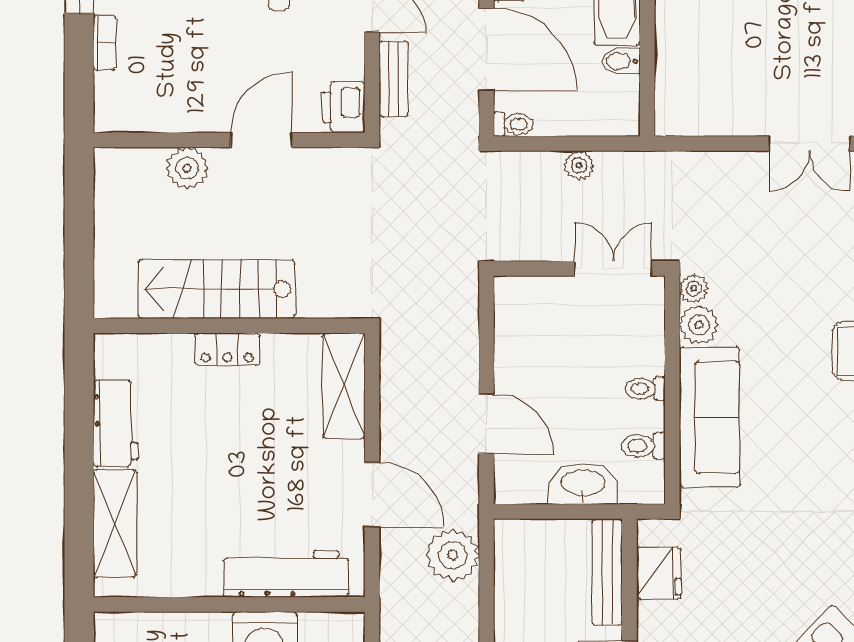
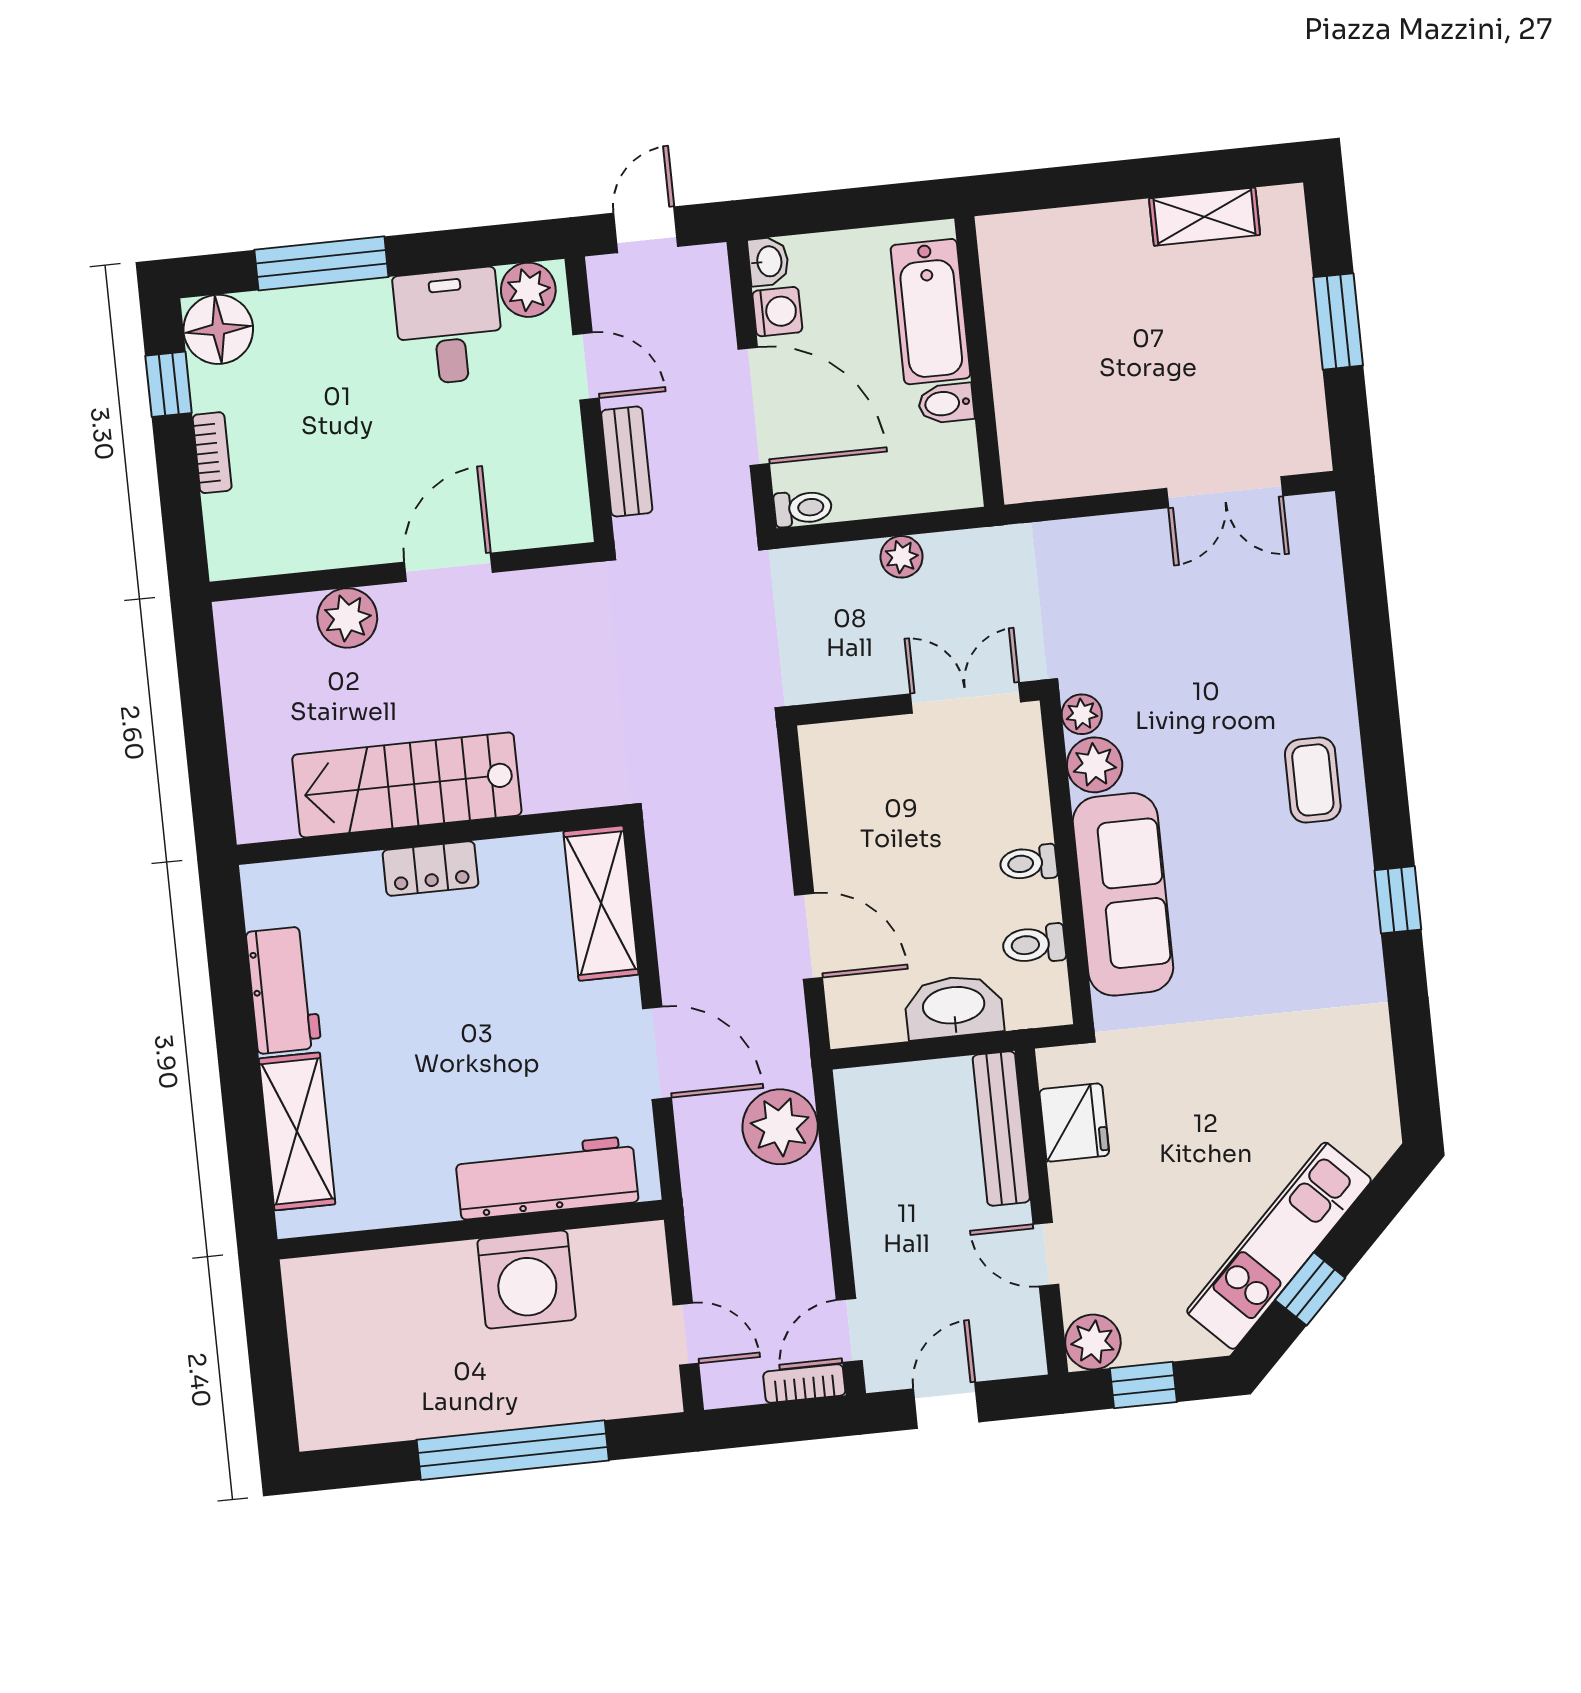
printer: (344, 107) -> (560, 509), removed

